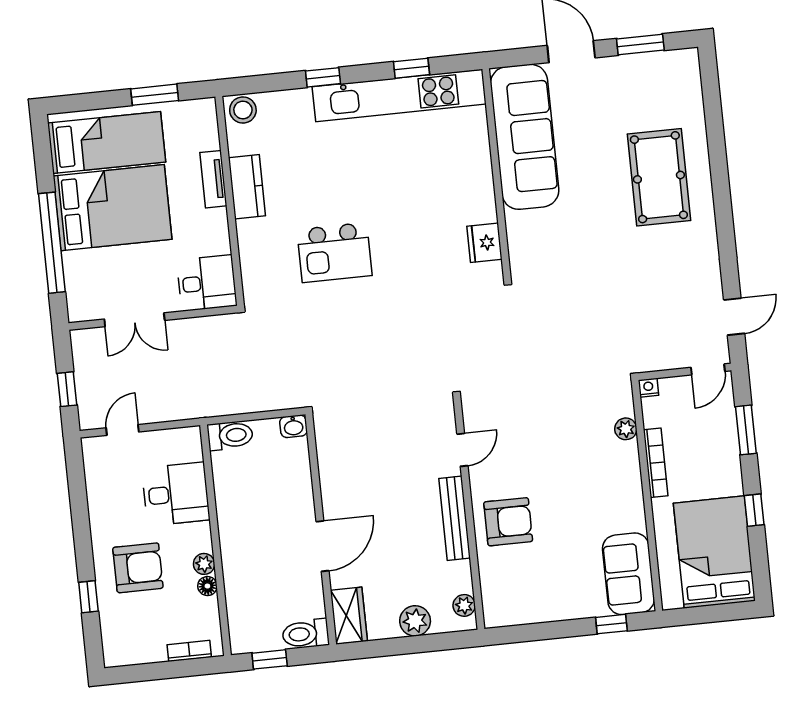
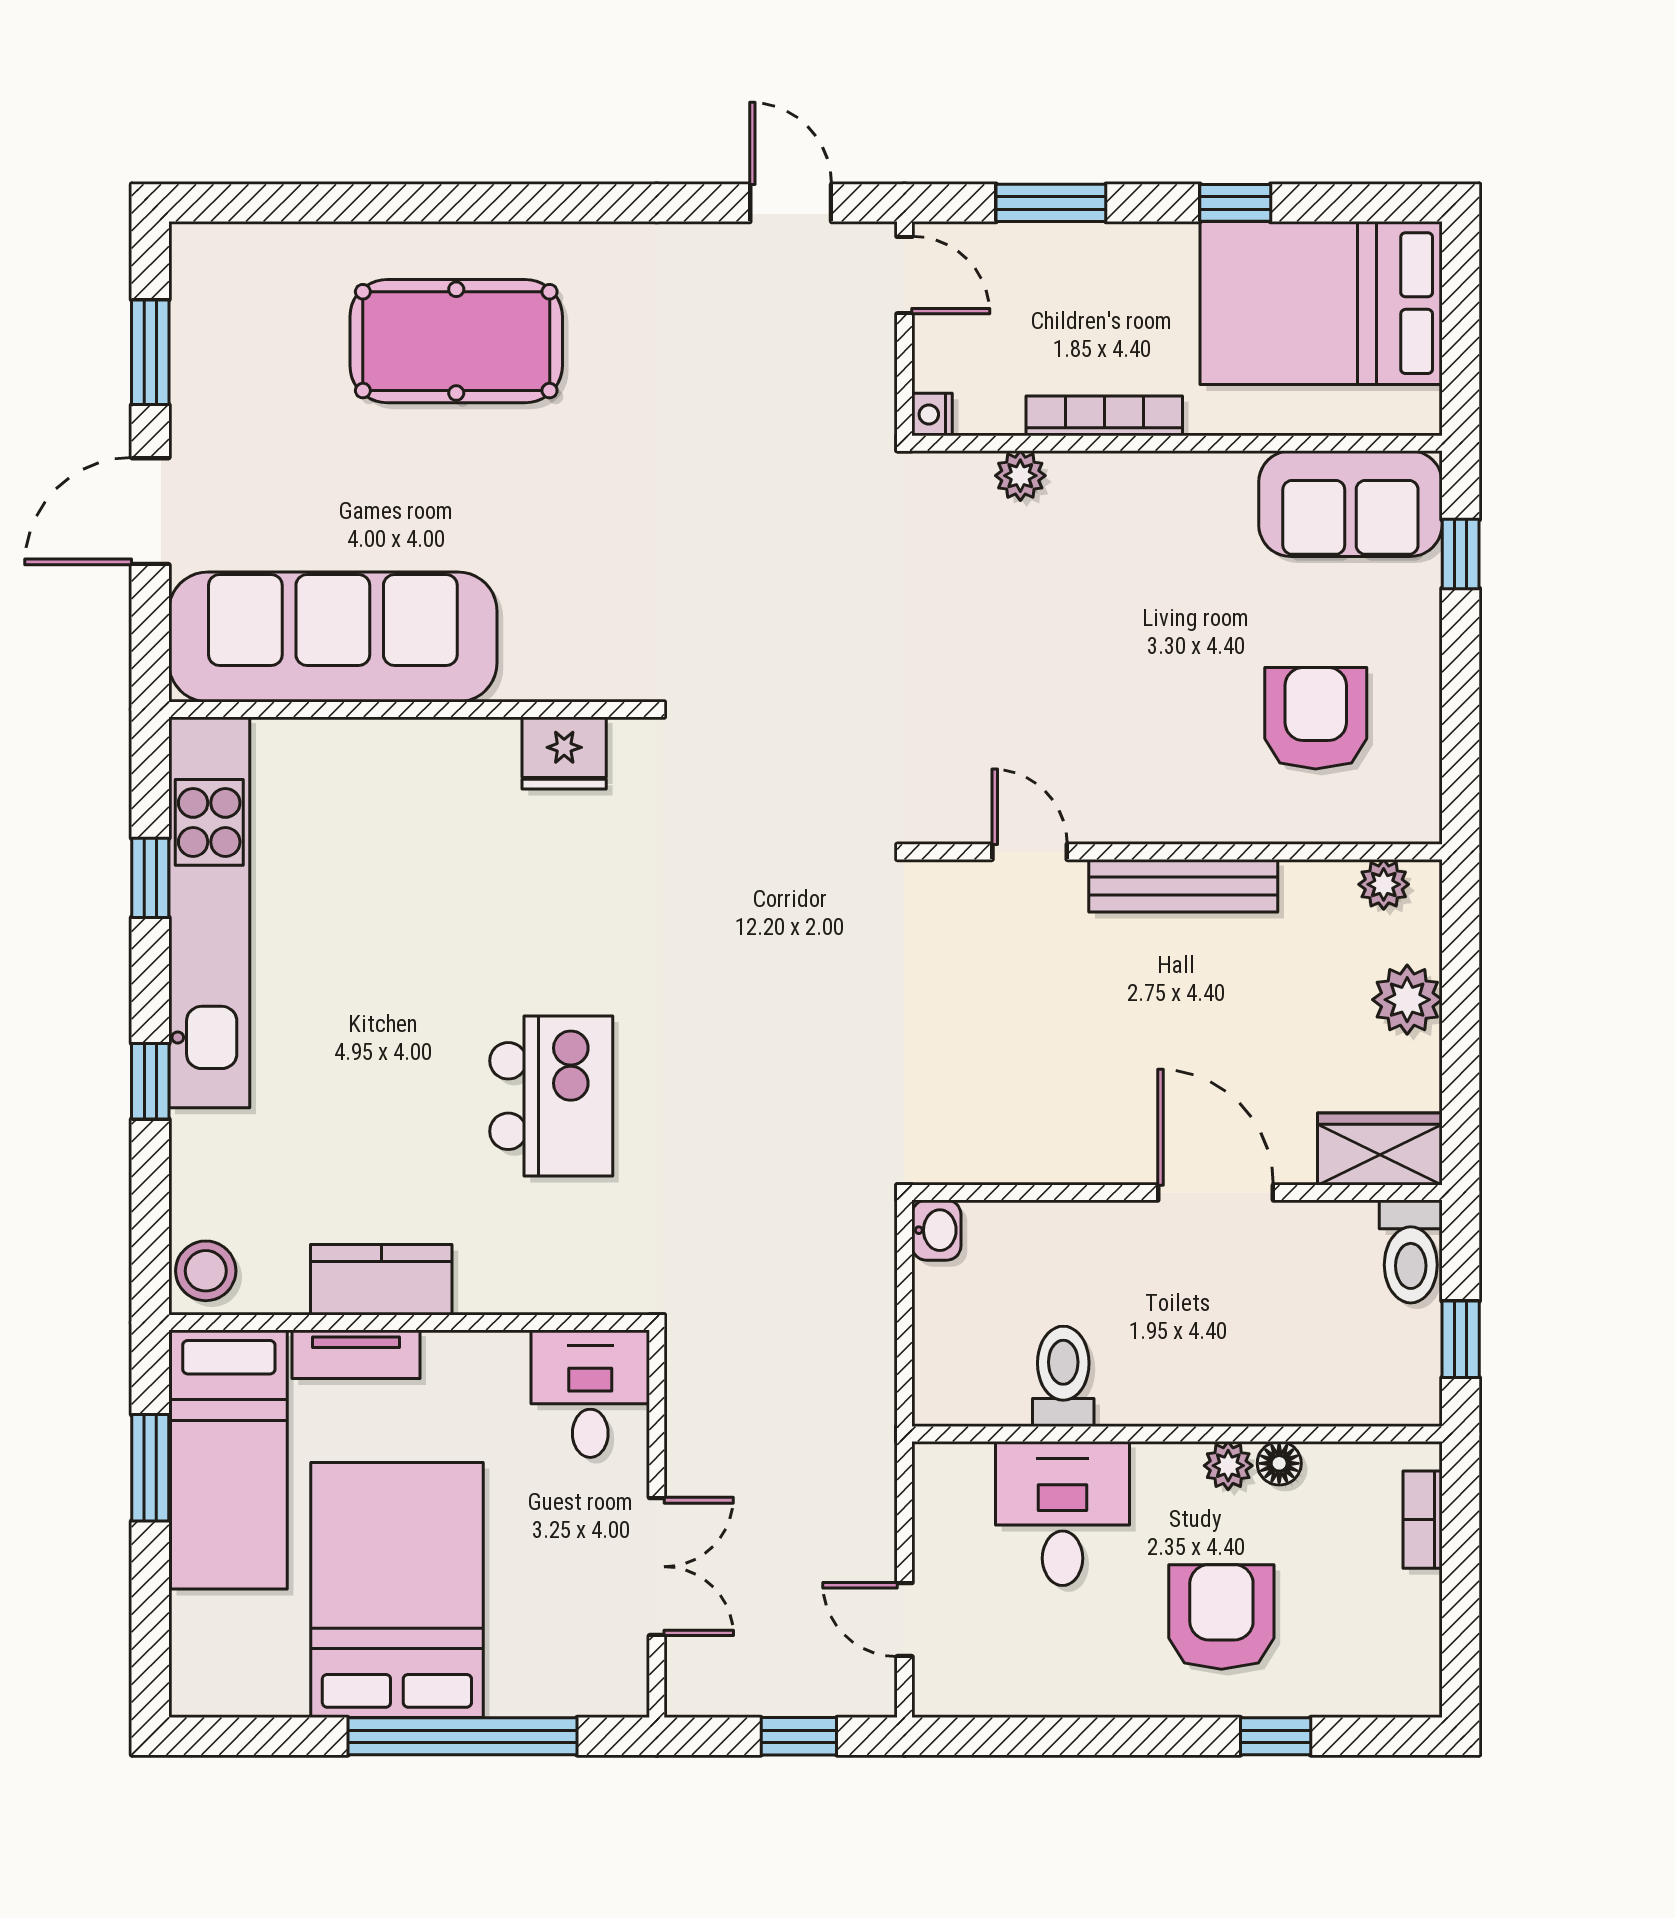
bed: (107, 142) -> (229, 1460), moved, turned 180
toilet: (230, 436) -> (1063, 1376), moved
armchair: (508, 522) -> (1316, 718), moved

